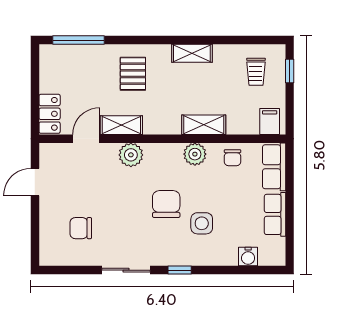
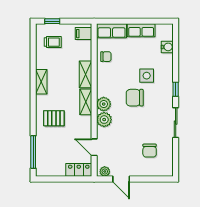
shelving: (121, 125) -> (86, 102), moved
plant: (195, 154) -> (104, 104), moved
plant: (47, 156) -> (105, 171), added

